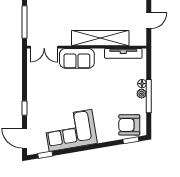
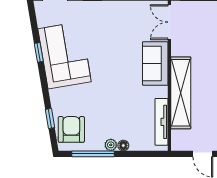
window: (149, 96) -> (93, 154), moved
window: (131, 140) -> (50, 119), moved
window: (45, 155) -> (39, 52), moved

